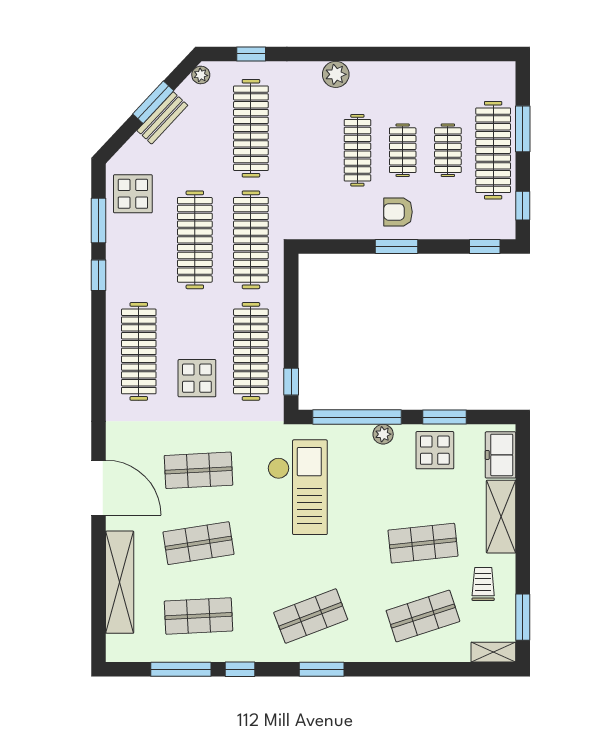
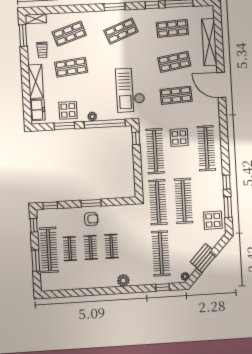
clothes rail: (357, 150) -> (111, 246), width x0.73

